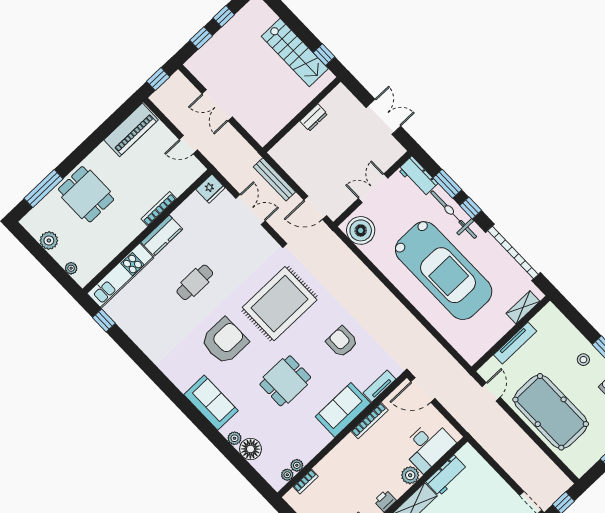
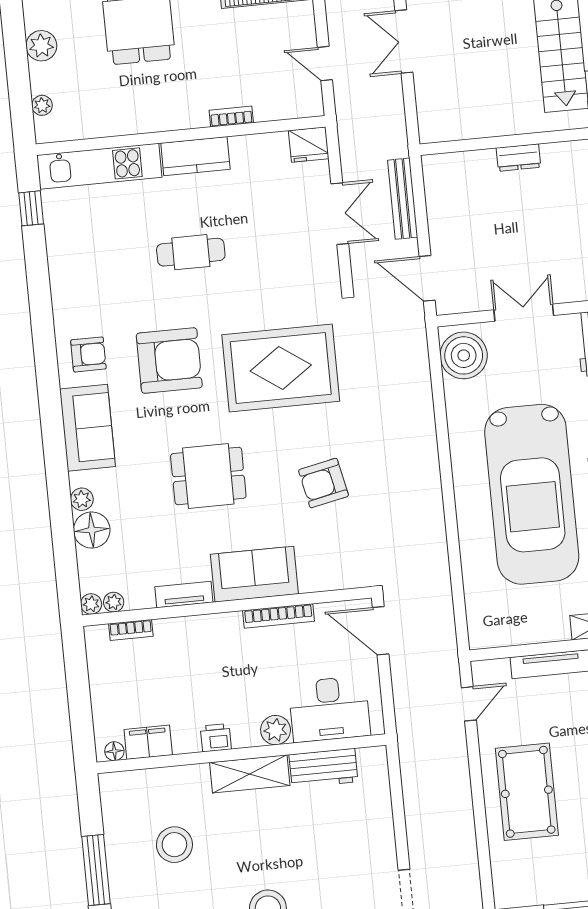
bookcase: (159, 209) -> (231, 116), width x0.64
armchair: (342, 342) -> (324, 483), turned -102
armchair: (184, 368) -> (88, 354), added
tv unit: (379, 386) -> (184, 595), moved
pool table: (551, 412) -> (527, 792), width x0.73, depth x0.76
plant: (297, 465) -> (91, 604), moved

